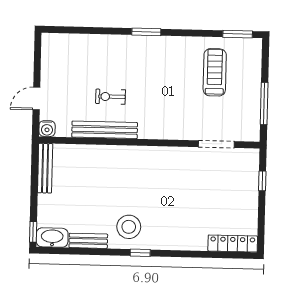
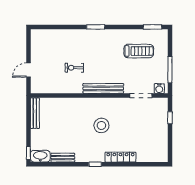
treadmill: (215, 72) -> (139, 51), turned 90
water cooler: (47, 129) -> (159, 89), moved
bench: (105, 130) -> (103, 88), moved
stool: (129, 227) -> (101, 125), moved
locker: (233, 243) -> (120, 157), moved

